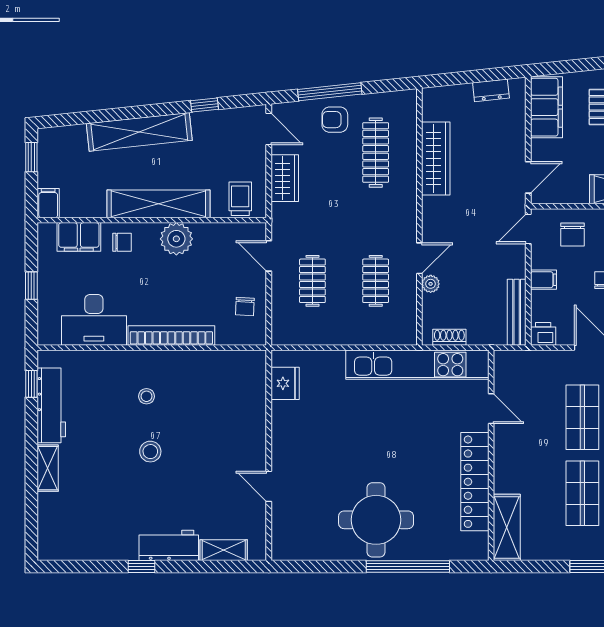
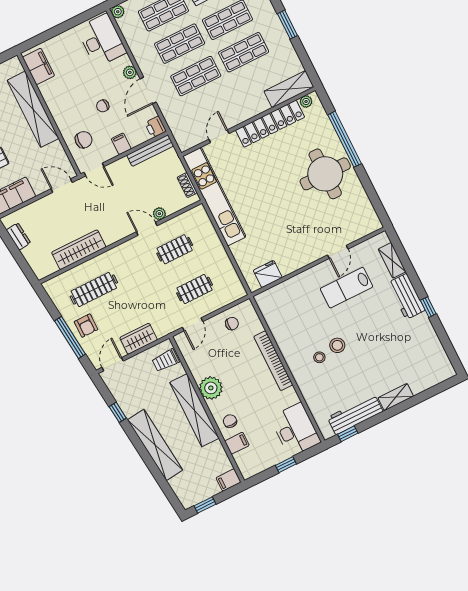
filing cabinet: (79, 237) -> (237, 443), width x0.50
desk: (94, 320) -> (295, 430), moved
stool: (150, 452) -> (337, 345), moved
lab bench: (218, 475) -> (346, 288), added
plant: (480, 541) -> (306, 101), added

